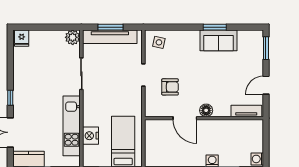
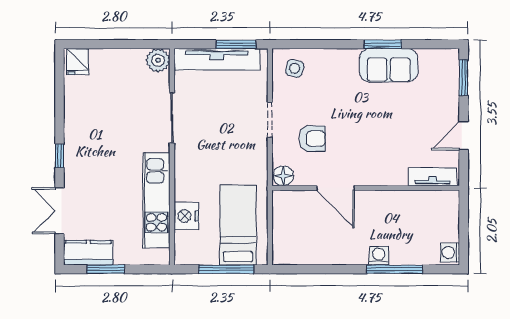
window: (110, 27) -> (236, 44), moved
floor lamp: (206, 110) -> (283, 176), moved

